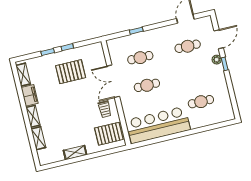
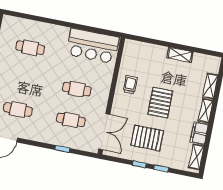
double door: (113, 81) -> (104, 132), moved
bar counter: (158, 125) -> (93, 46), width x0.73
pallet: (109, 134) -> (160, 103), moved, turned 90

